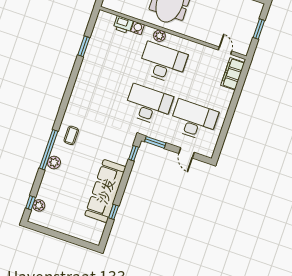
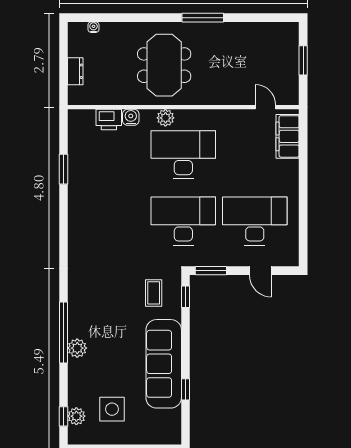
coffee table: (71, 135) -> (154, 293), moved
side table: (63, 209) -> (112, 409), added

